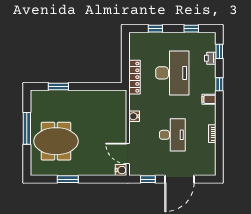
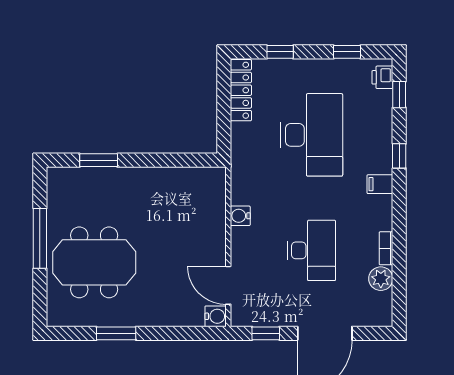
printer: (210, 58) -> (382, 77), moved
locker: (135, 77) -> (241, 90), moved
plant: (209, 150) -> (381, 279), added

